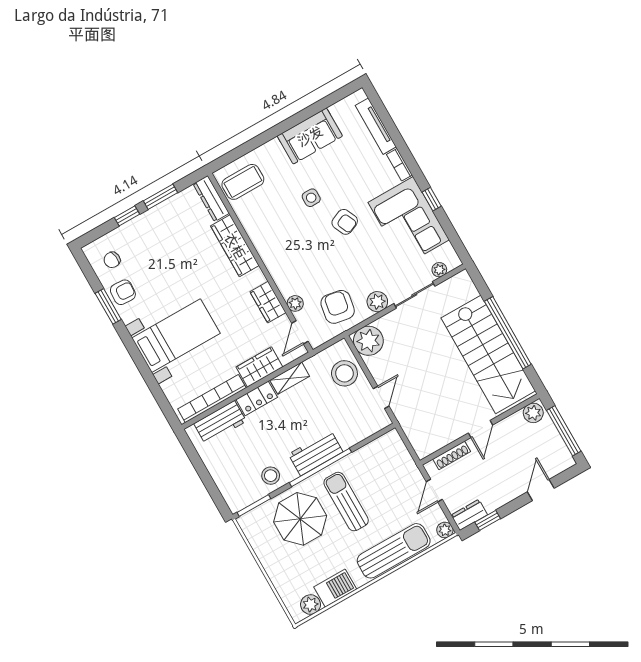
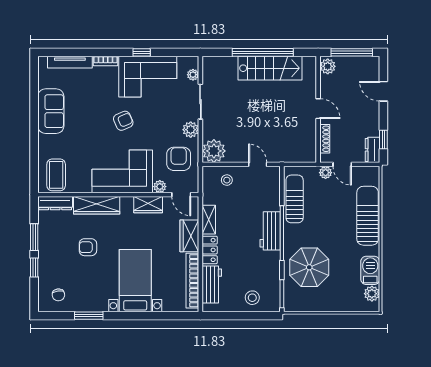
side table: (311, 198) -> (94, 134), removed
corner sofa: (288, 252) -> (122, 171), added
armchair: (123, 292) -> (88, 247), moved, turned -93
armchair: (338, 307) -> (179, 159), turned 80
stairs: (488, 354) -> (270, 68), width x0.73, depth x0.66
stool: (344, 373) -> (227, 180), width x0.53, depth x0.53
stool: (271, 476) -> (252, 298), moved
sun lounger: (346, 502) -> (295, 199), moved, turned 90
plant: (445, 530) -> (326, 173), moved

